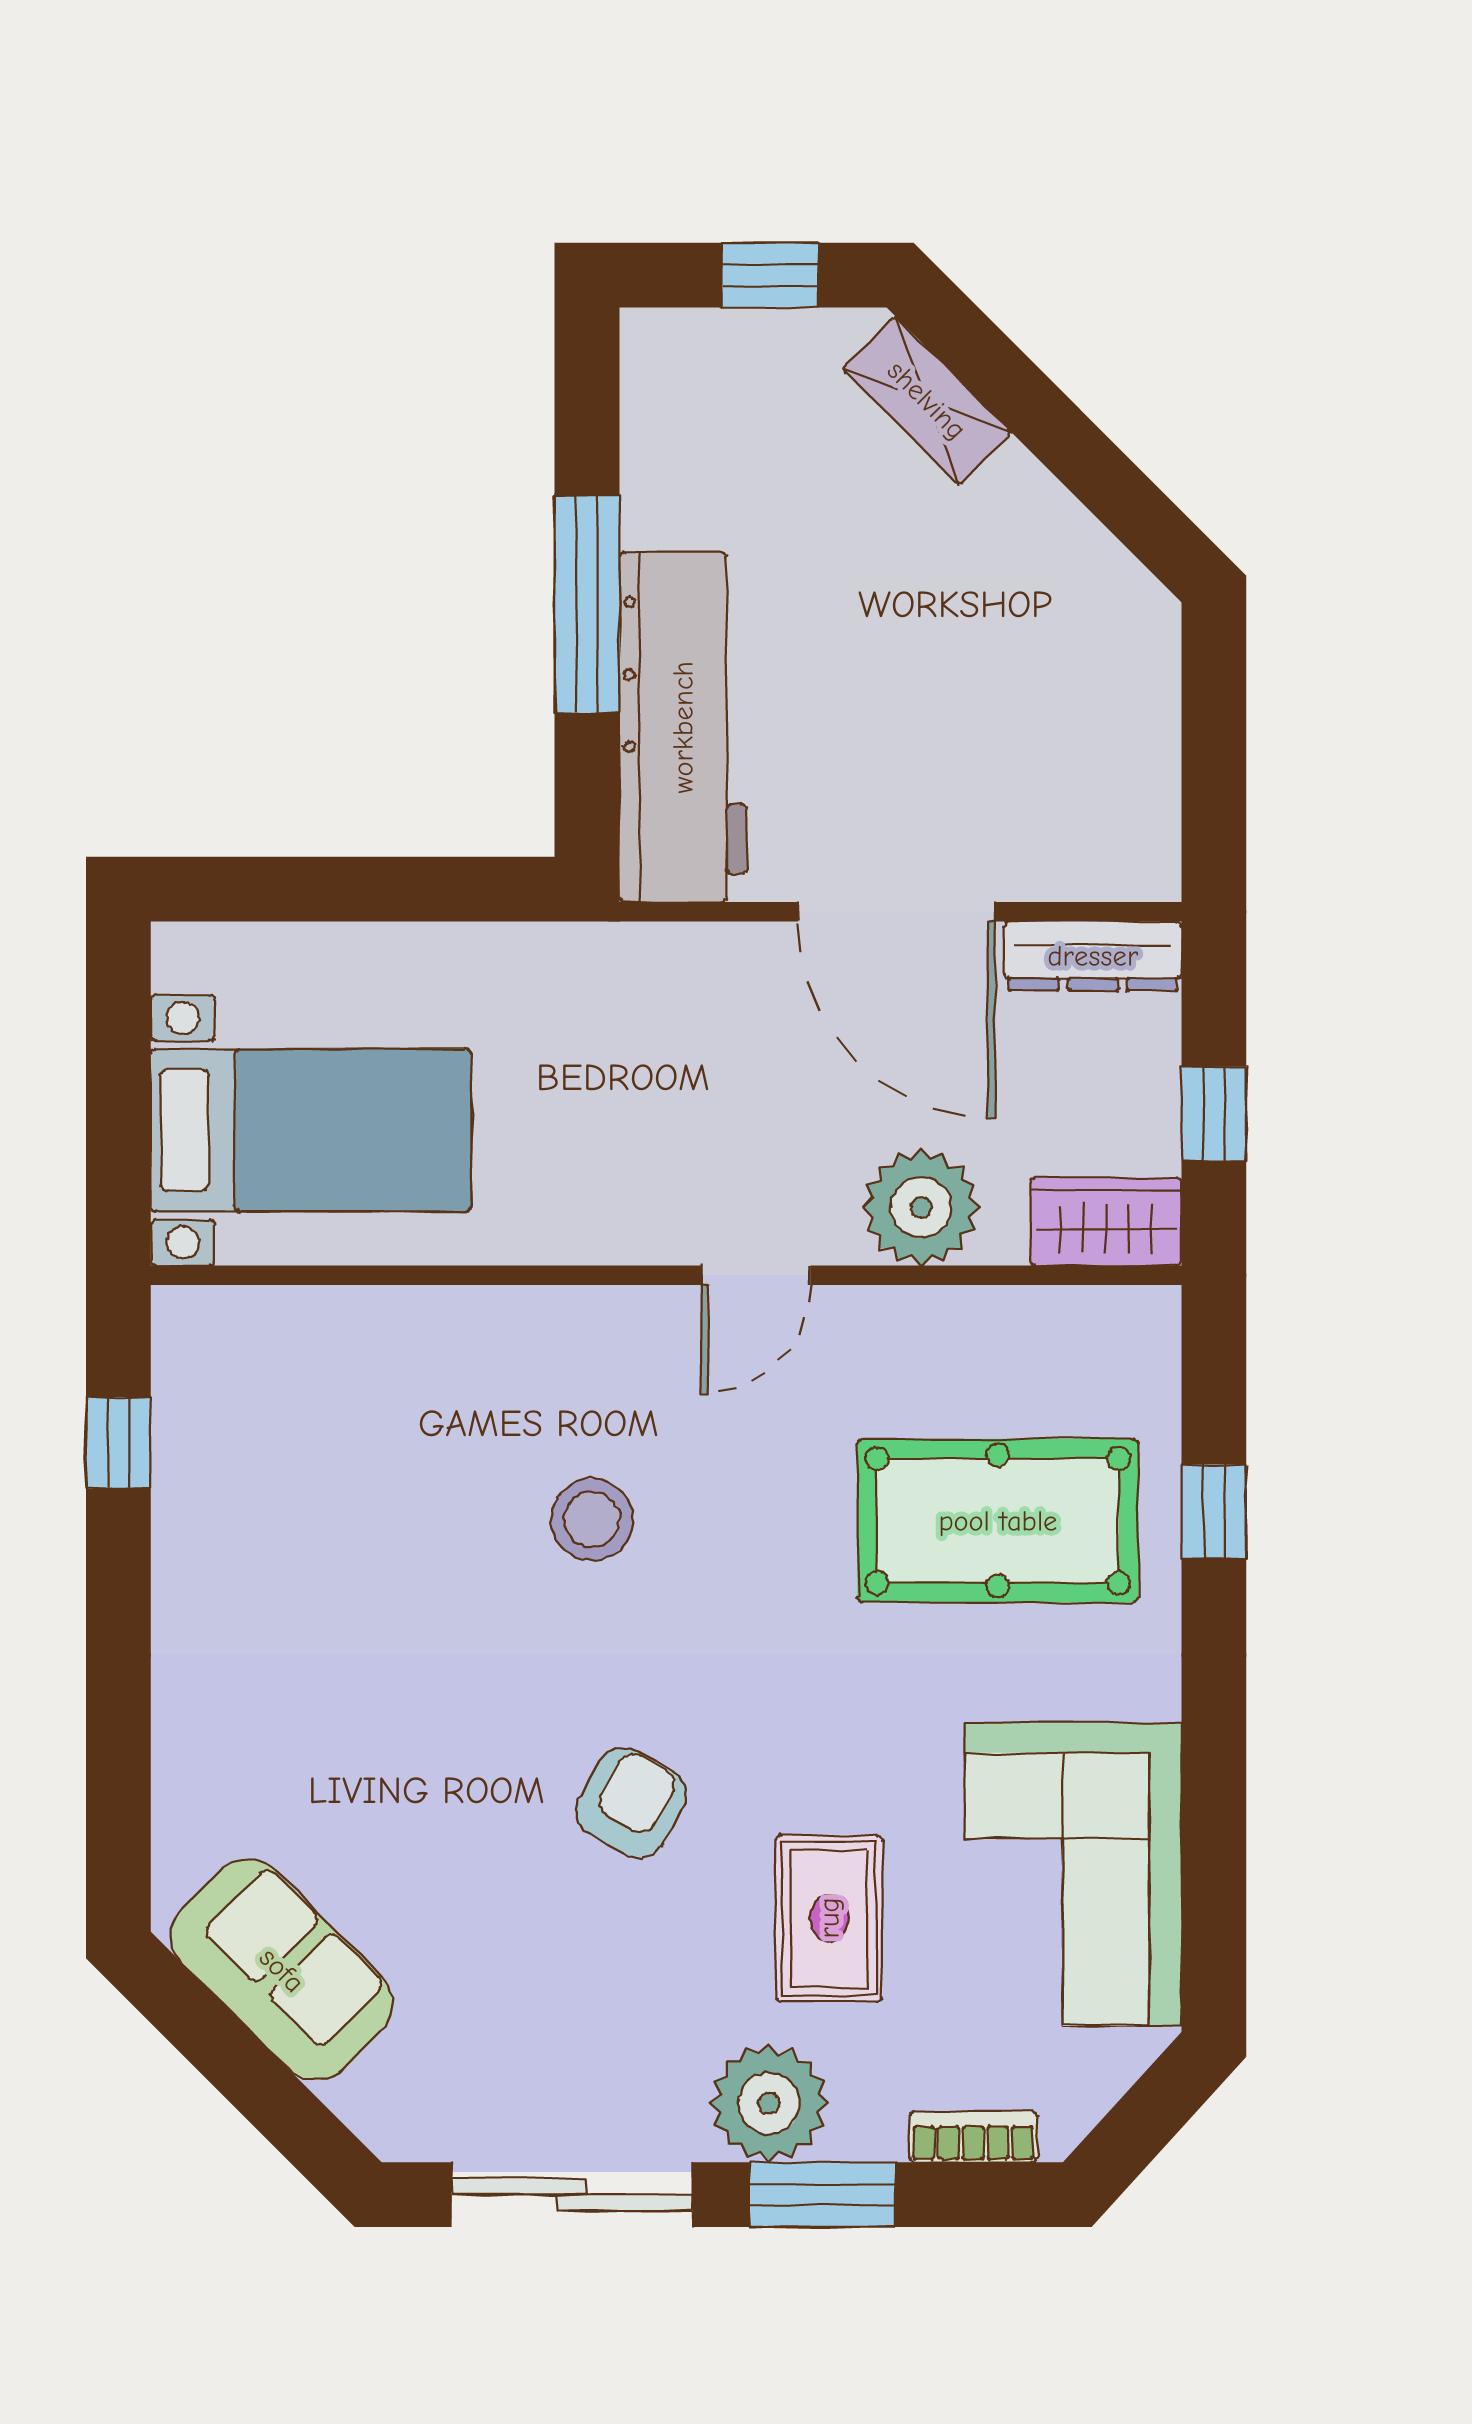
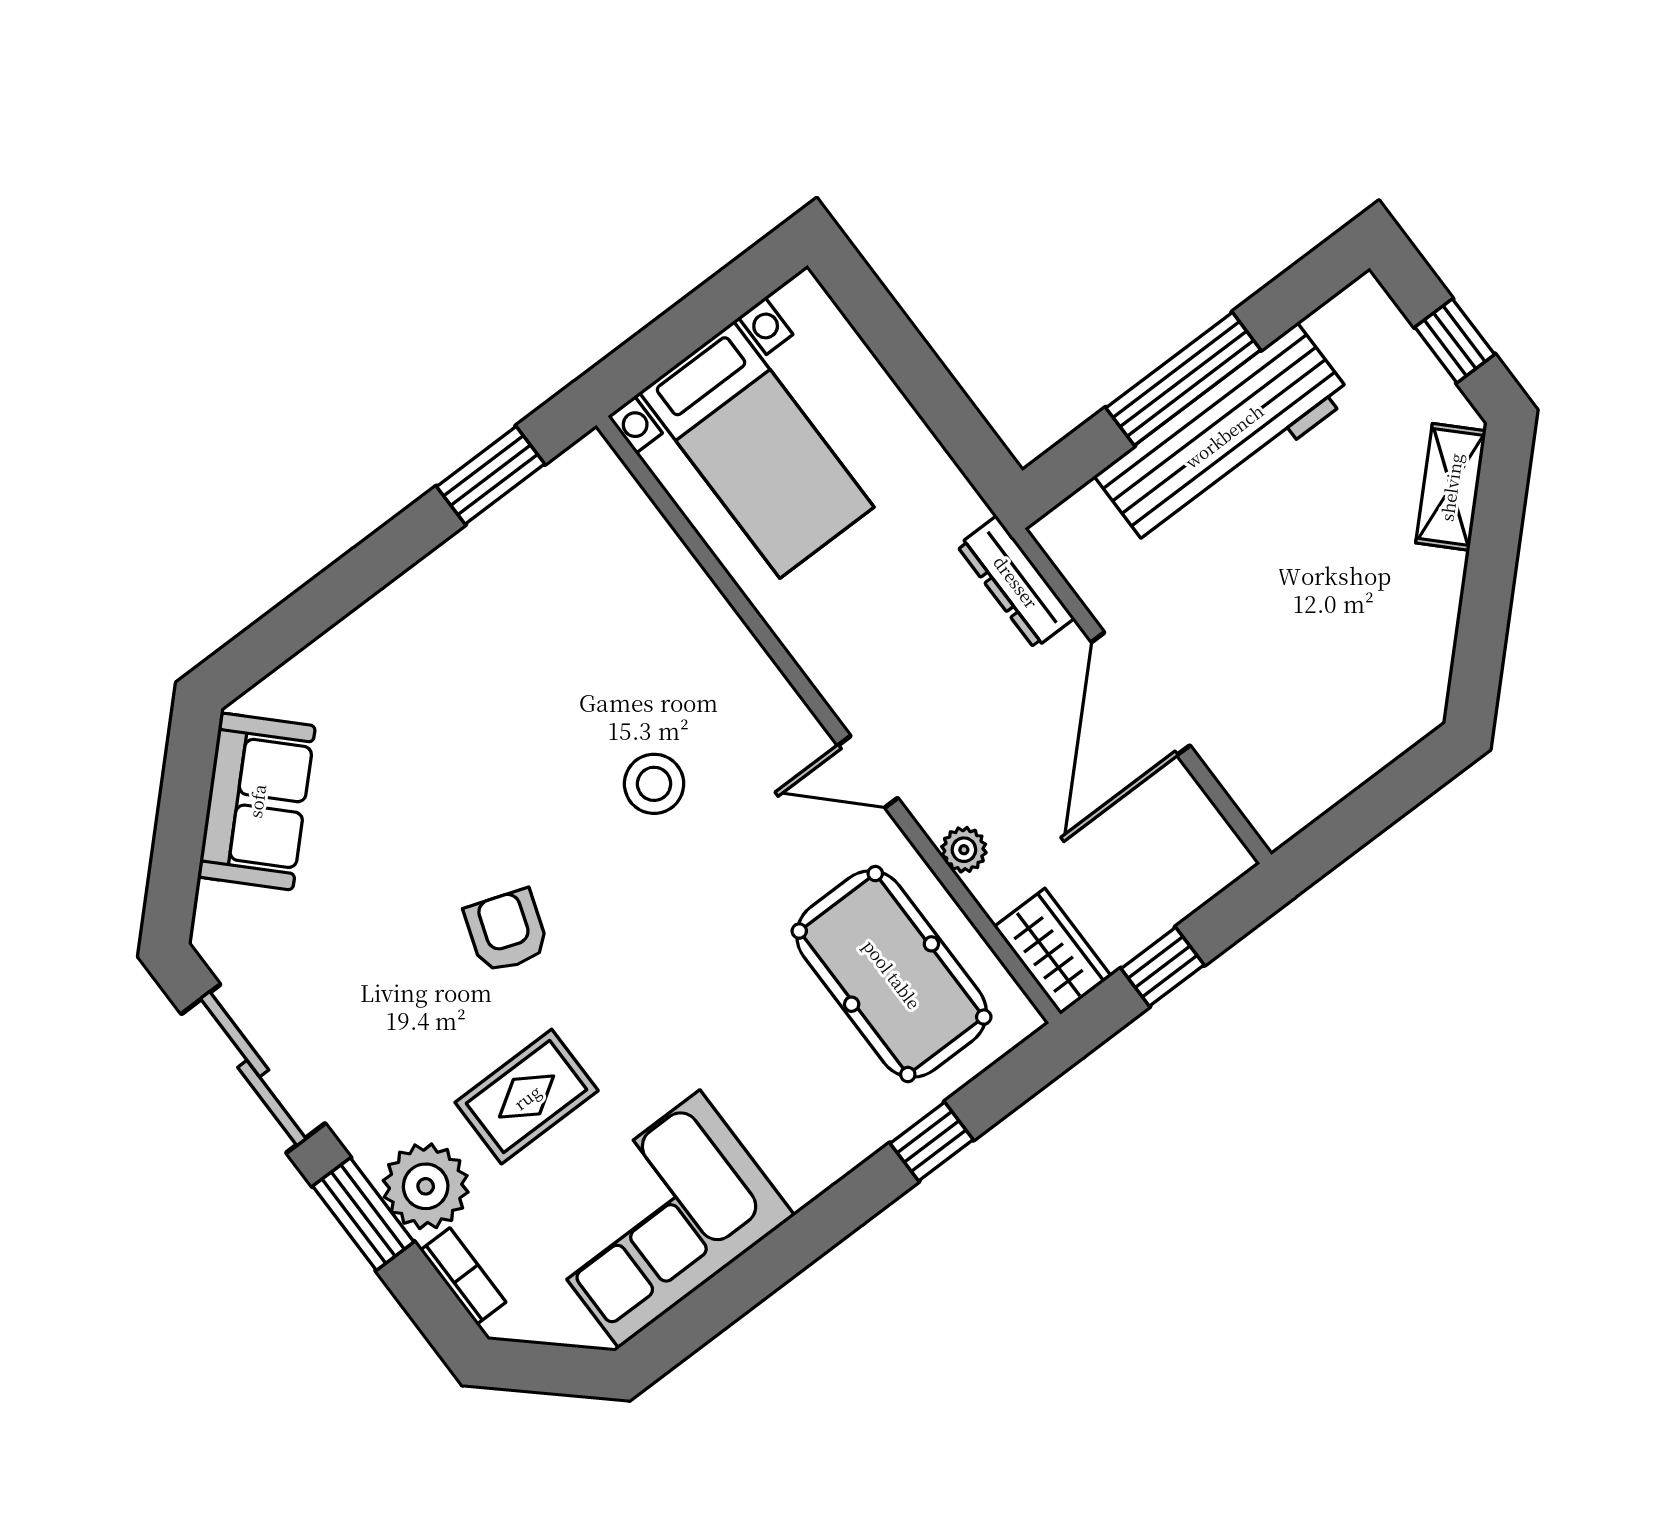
workbench: (683, 727) -> (1224, 436), moved
dresser: (1093, 956) -> (1016, 582), moved
plant: (921, 1207) -> (964, 850), width x0.53, depth x0.53
window: (118, 1443) -> (491, 475), width x1.50
pool table: (998, 1521) -> (892, 974), moved
armchair: (631, 1803) -> (506, 931), turned -101
plant: (769, 2103) -> (426, 1186), moved

